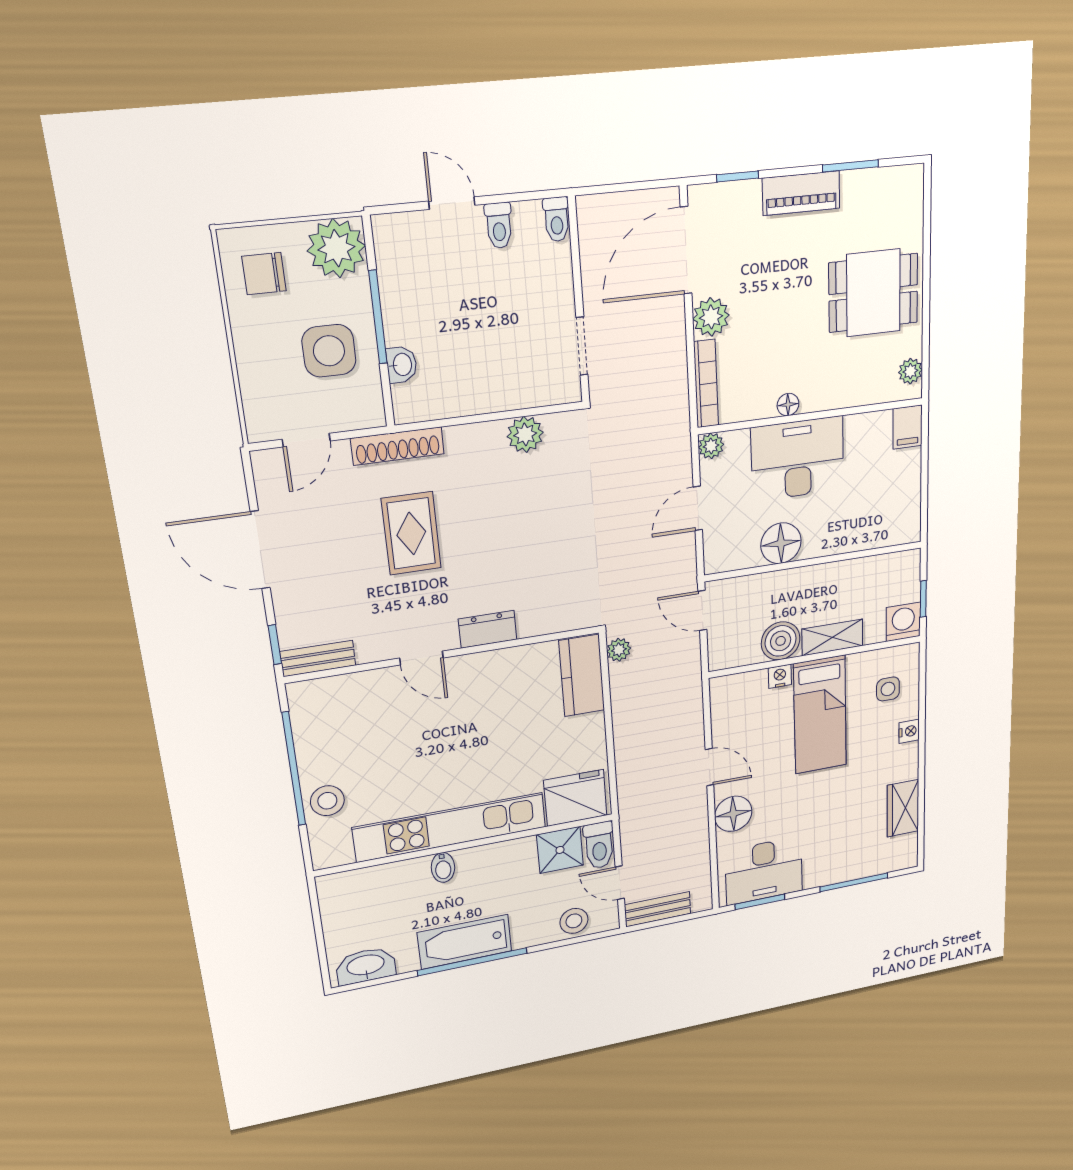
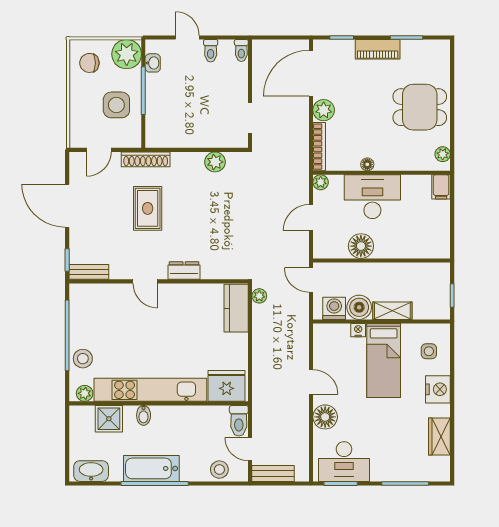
washbasin: (402, 365) -> (153, 63), moved
washing machine: (903, 622) -> (334, 308), moved
nightstand: (909, 731) -> (438, 389), width x1.89, depth x1.79
shower: (560, 850) -> (109, 419), moved
plant: (338, 854) -> (85, 393), added

